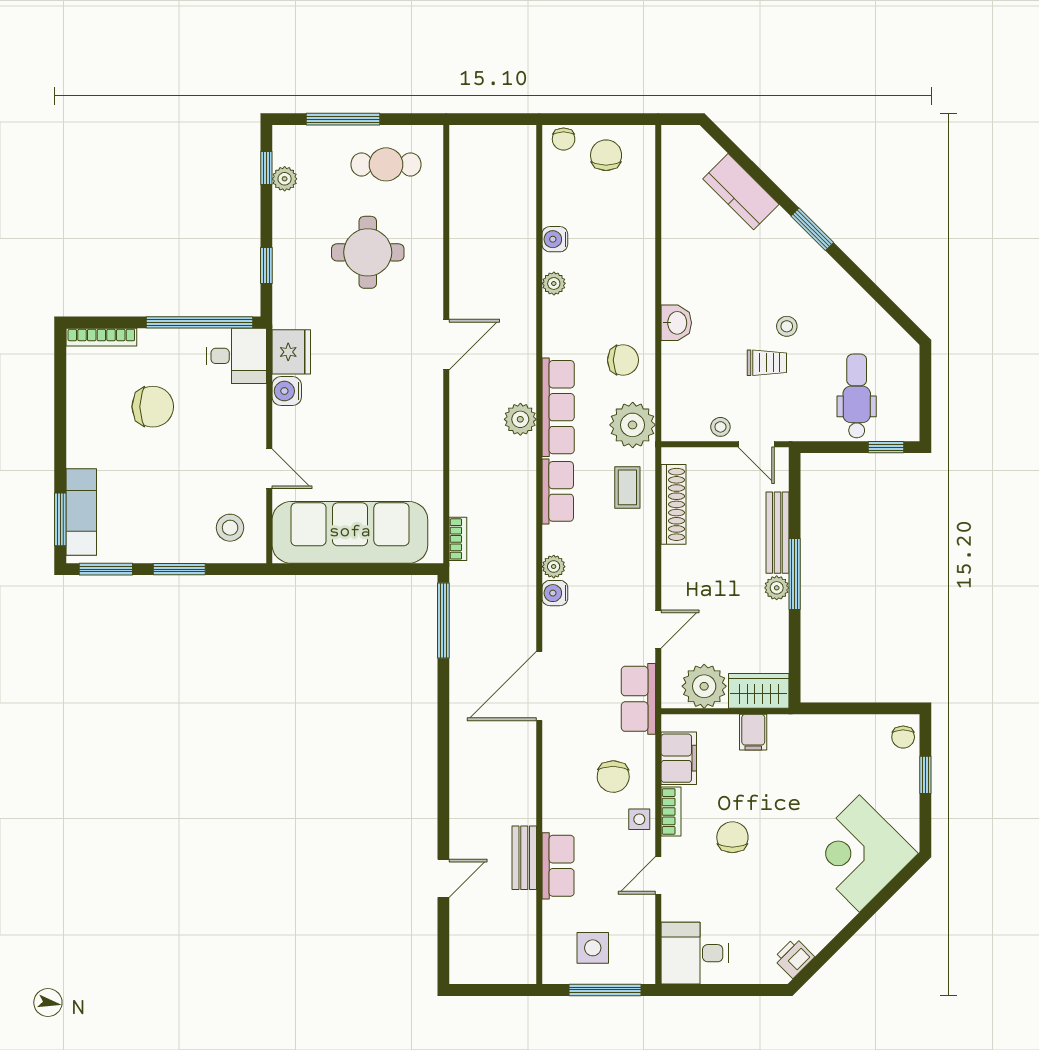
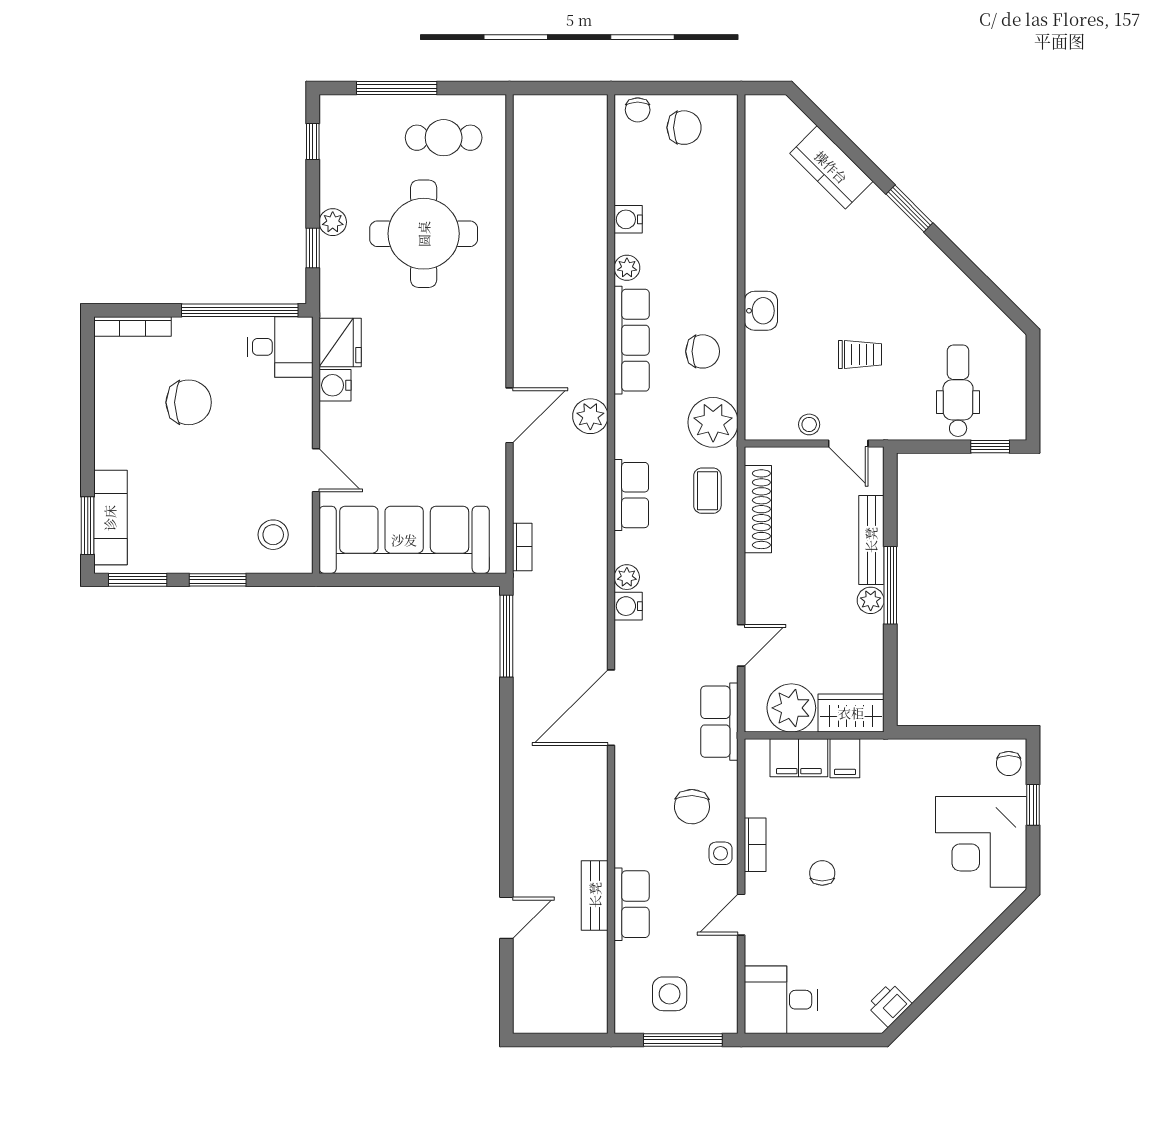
chair: (606, 155) -> (684, 128), turned 90
plant: (285, 179) -> (333, 222), moved
round table: (368, 252) -> (424, 234), width x1.36, depth x1.36
stool: (787, 326) -> (882, 315), removed
door: (446, 345) -> (510, 415), moved
row of seats: (558, 407) -> (632, 340), moved
filing cabinet: (679, 758) -> (799, 758), moved, turned 90
chair: (732, 837) -> (822, 873), width x0.73, depth x0.73
corner desk: (859, 853) -> (981, 842), moved, turned -45

